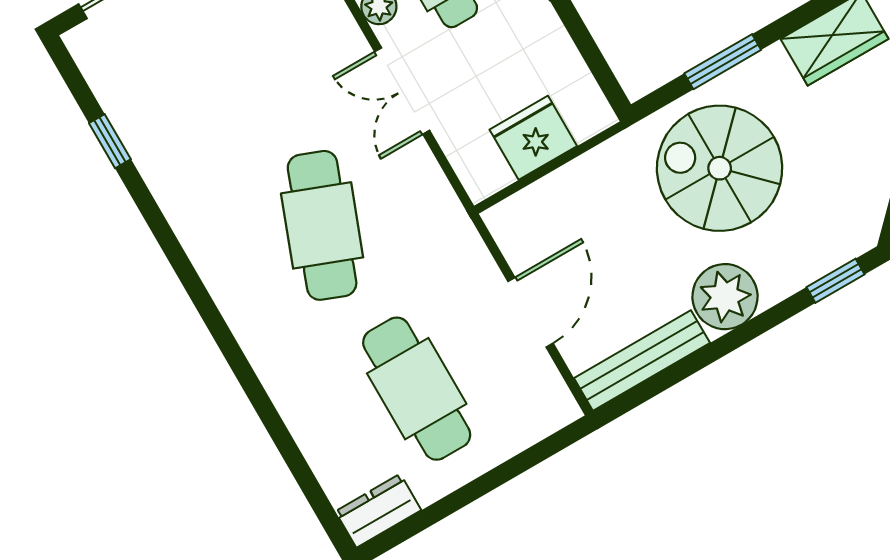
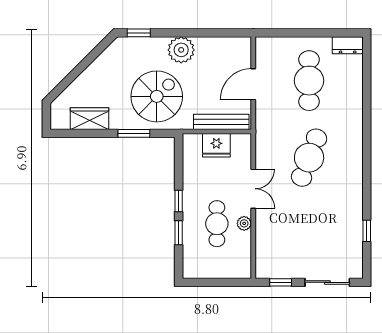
spiral stairs: (720, 168) -> (157, 96), turned -90
bench: (642, 361) -> (221, 122), moved

